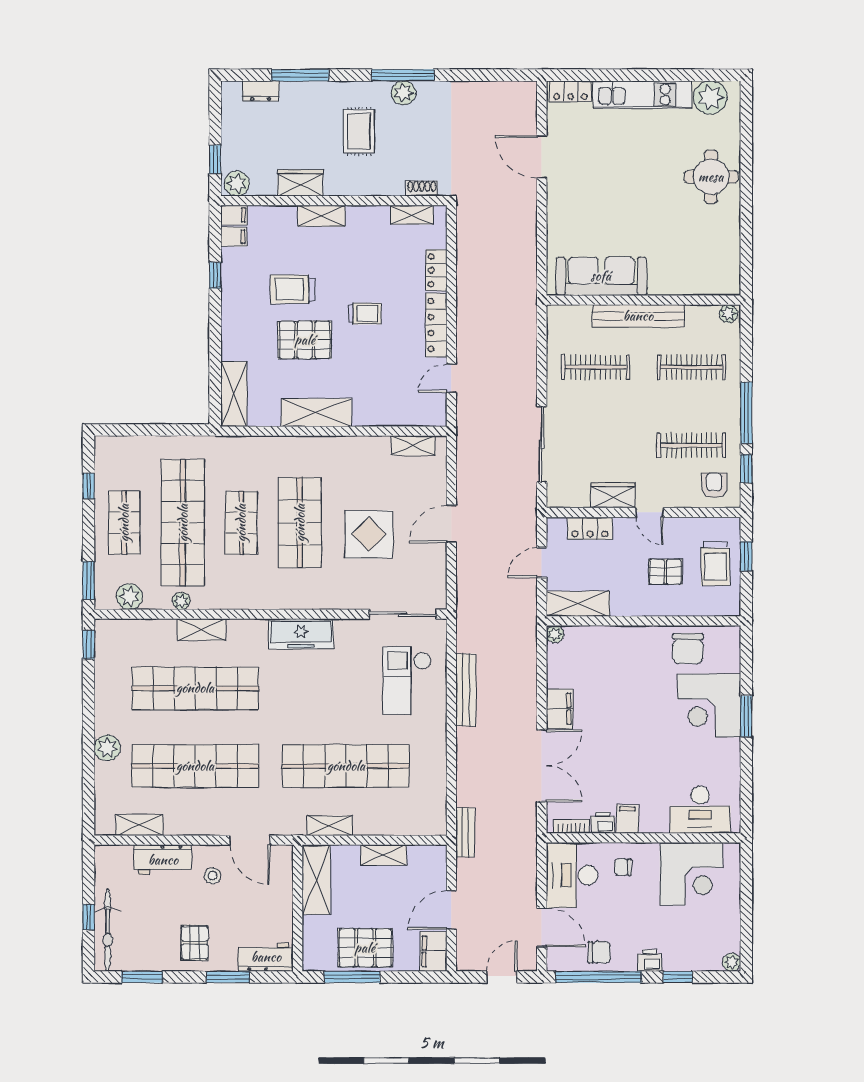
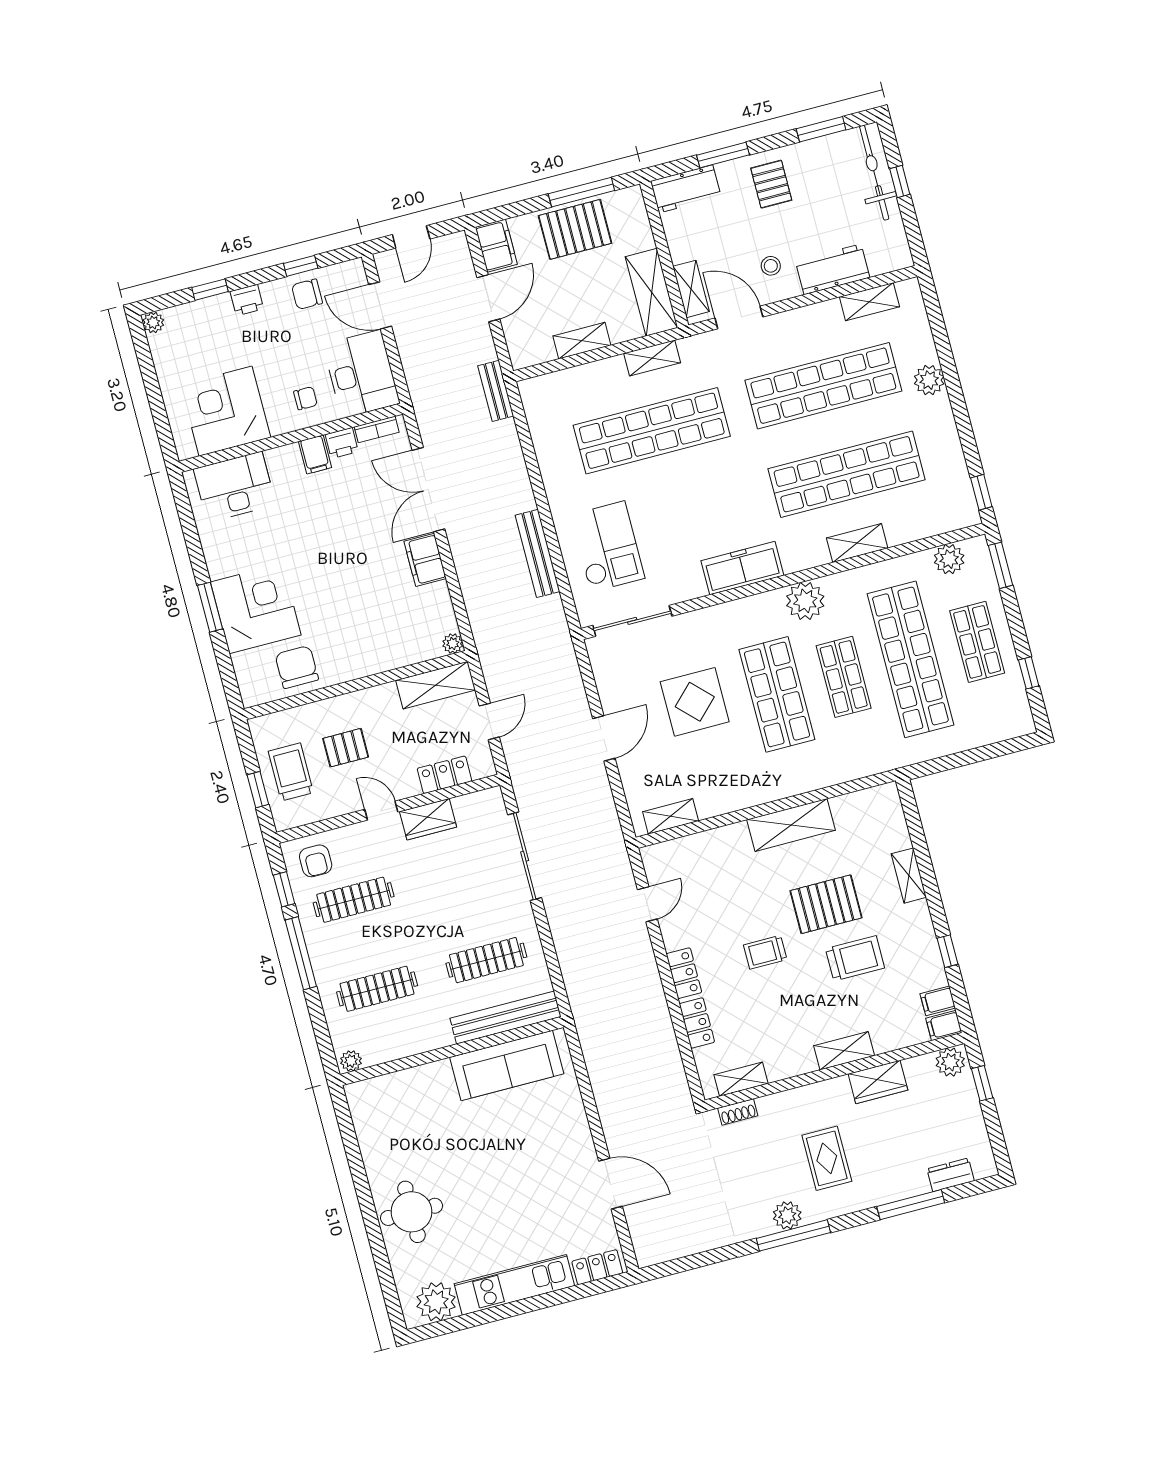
bench: (638, 316) -> (506, 1018), moved
locker: (436, 325) -> (684, 973), width x0.66
shelving: (234, 394) -> (909, 876), moved, width x0.67, depth x0.75
plant: (181, 601) -> (805, 601), moved, width x1.88, depth x1.88
shelving: (283, 874) -> (691, 289), added
window: (598, 977) -> (301, 266), width x0.32

